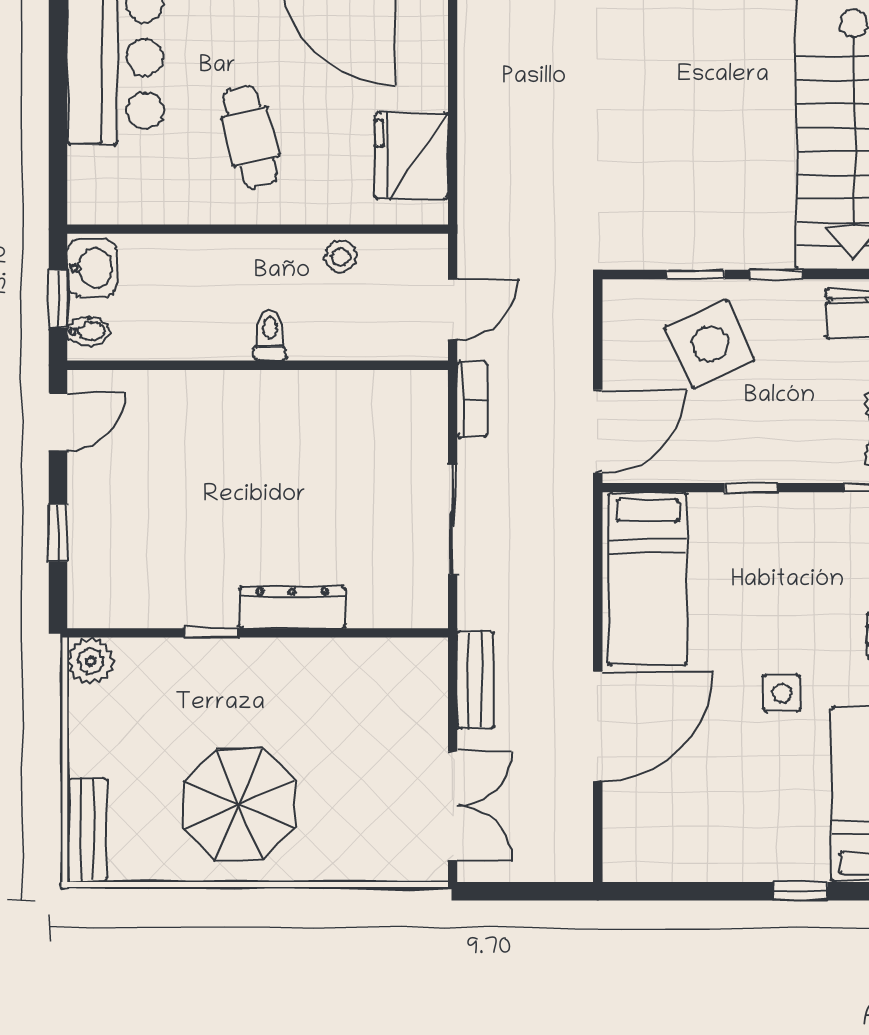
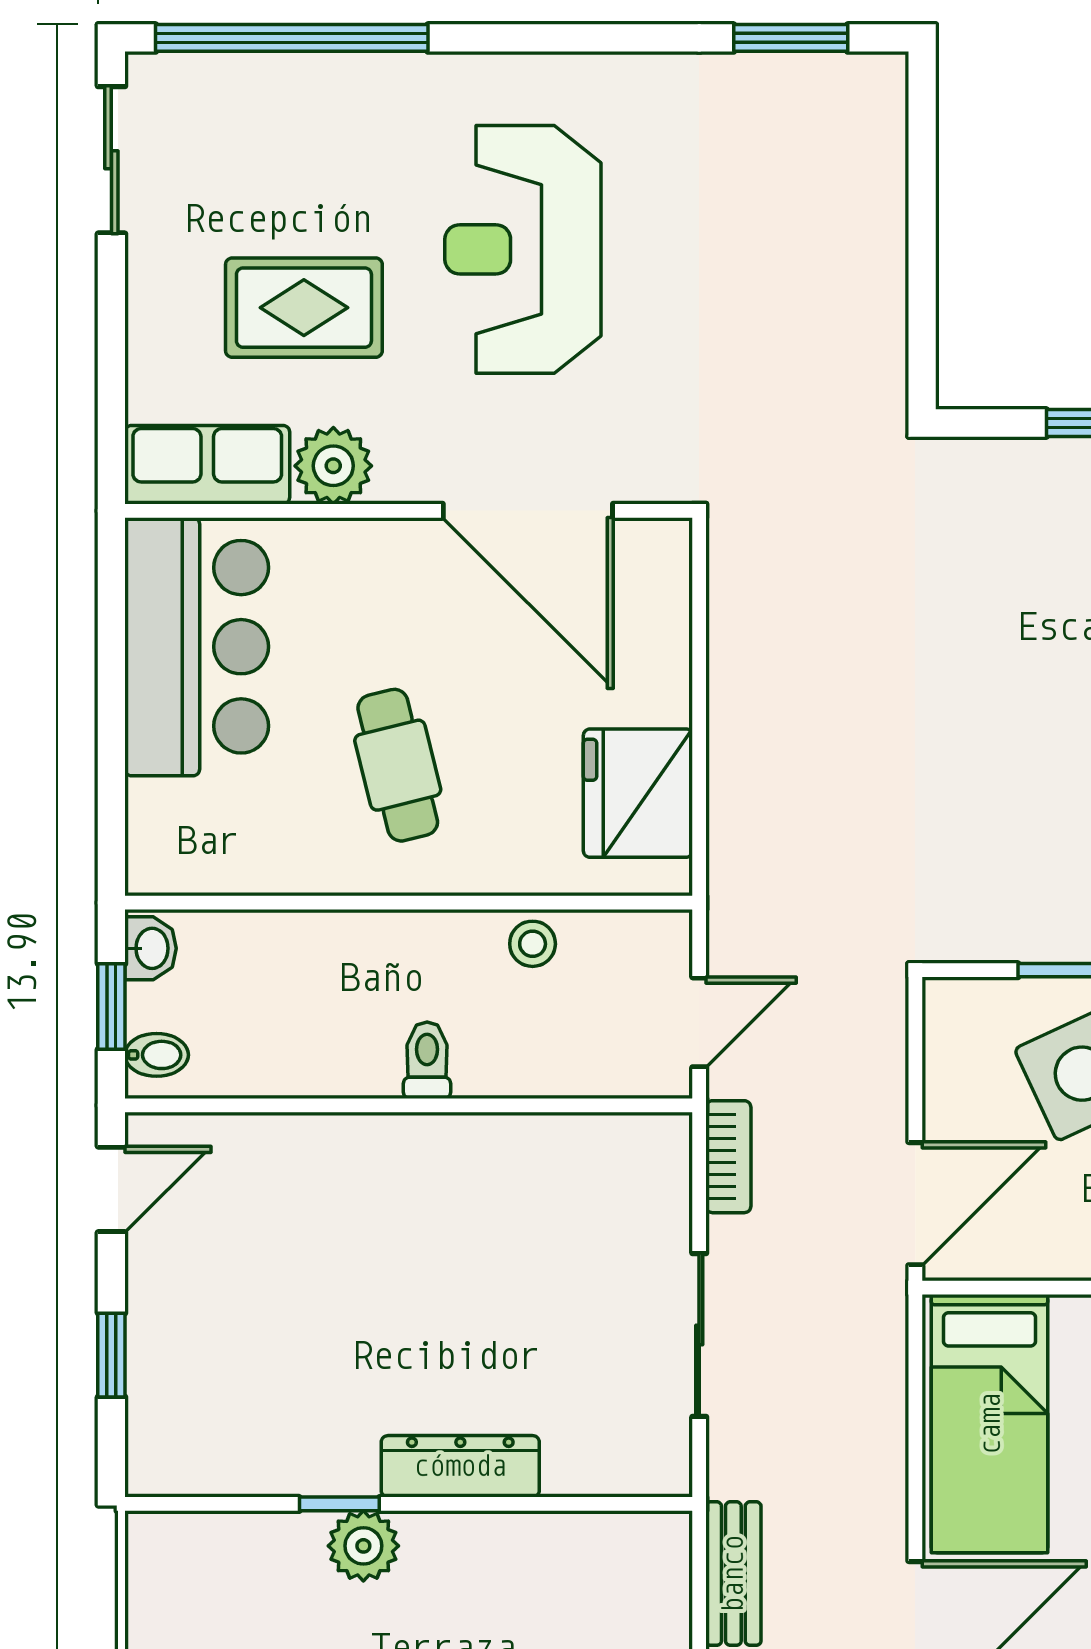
washbasin: (92, 268) -> (151, 948), width x0.72, depth x0.69
plant: (91, 661) -> (363, 1546), moved

